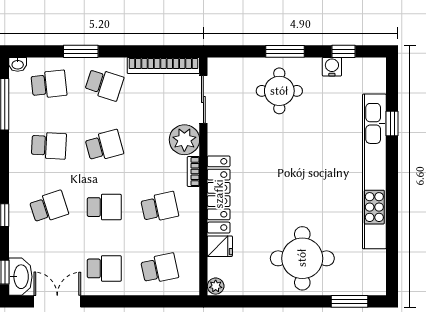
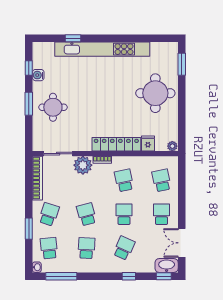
school desk: (49, 207) -> (124, 248), turned 42

